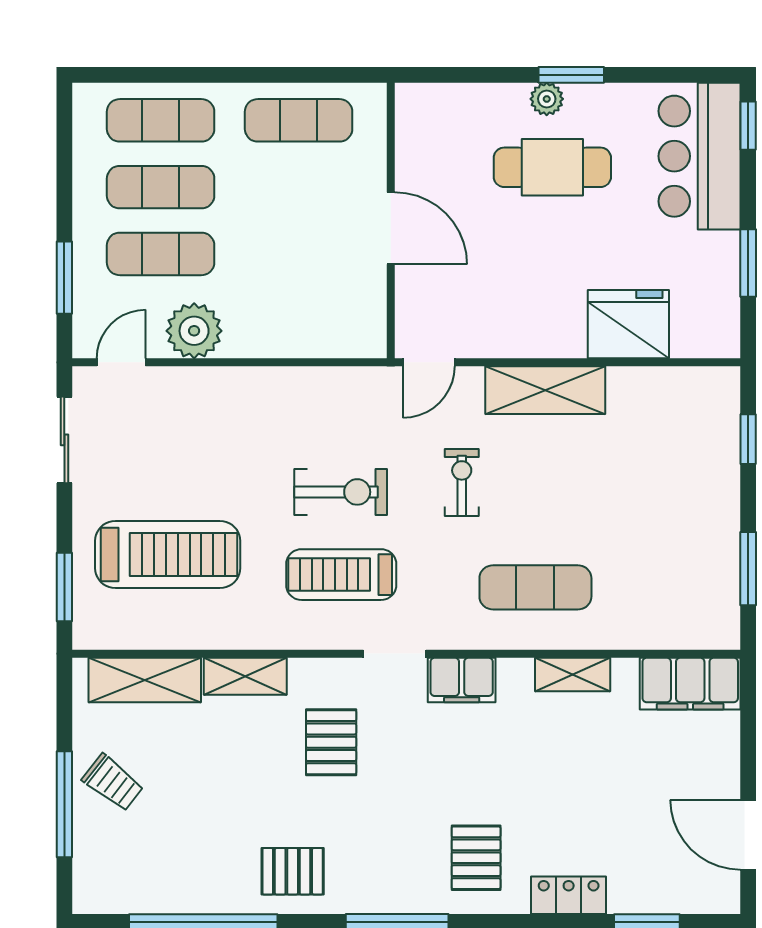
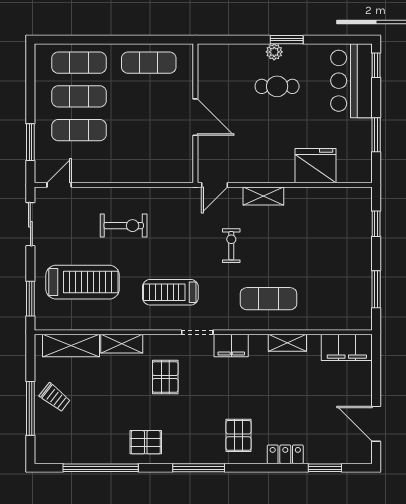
cafe table: (552, 167) -> (277, 86), width x0.73, depth x0.74
plant: (194, 331) -> (96, 169), removed
shelving: (545, 390) -> (263, 196), width x0.67, depth x0.75
exercise bike: (341, 492) -> (124, 226), moved

